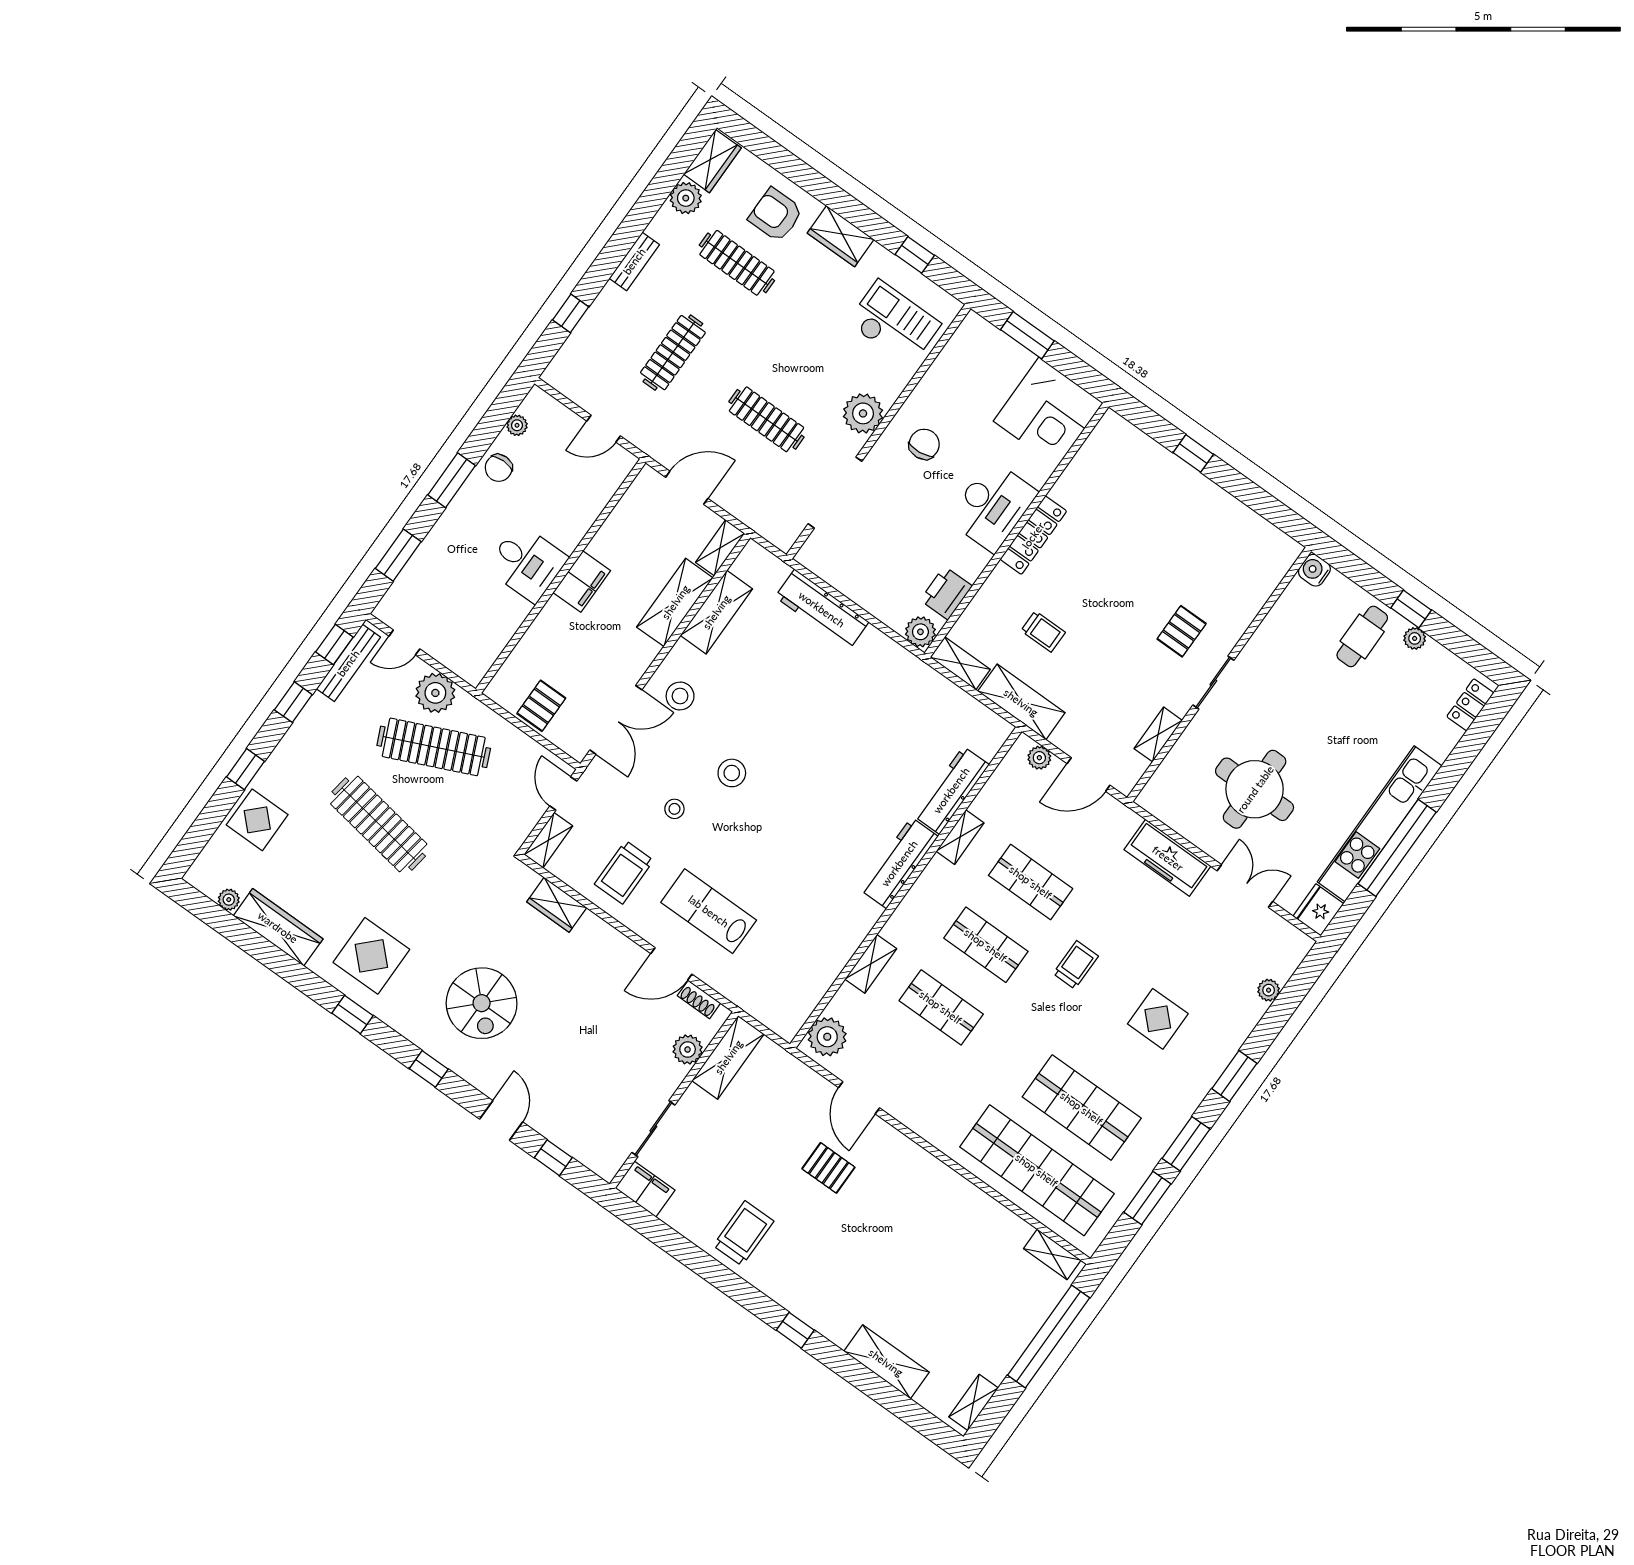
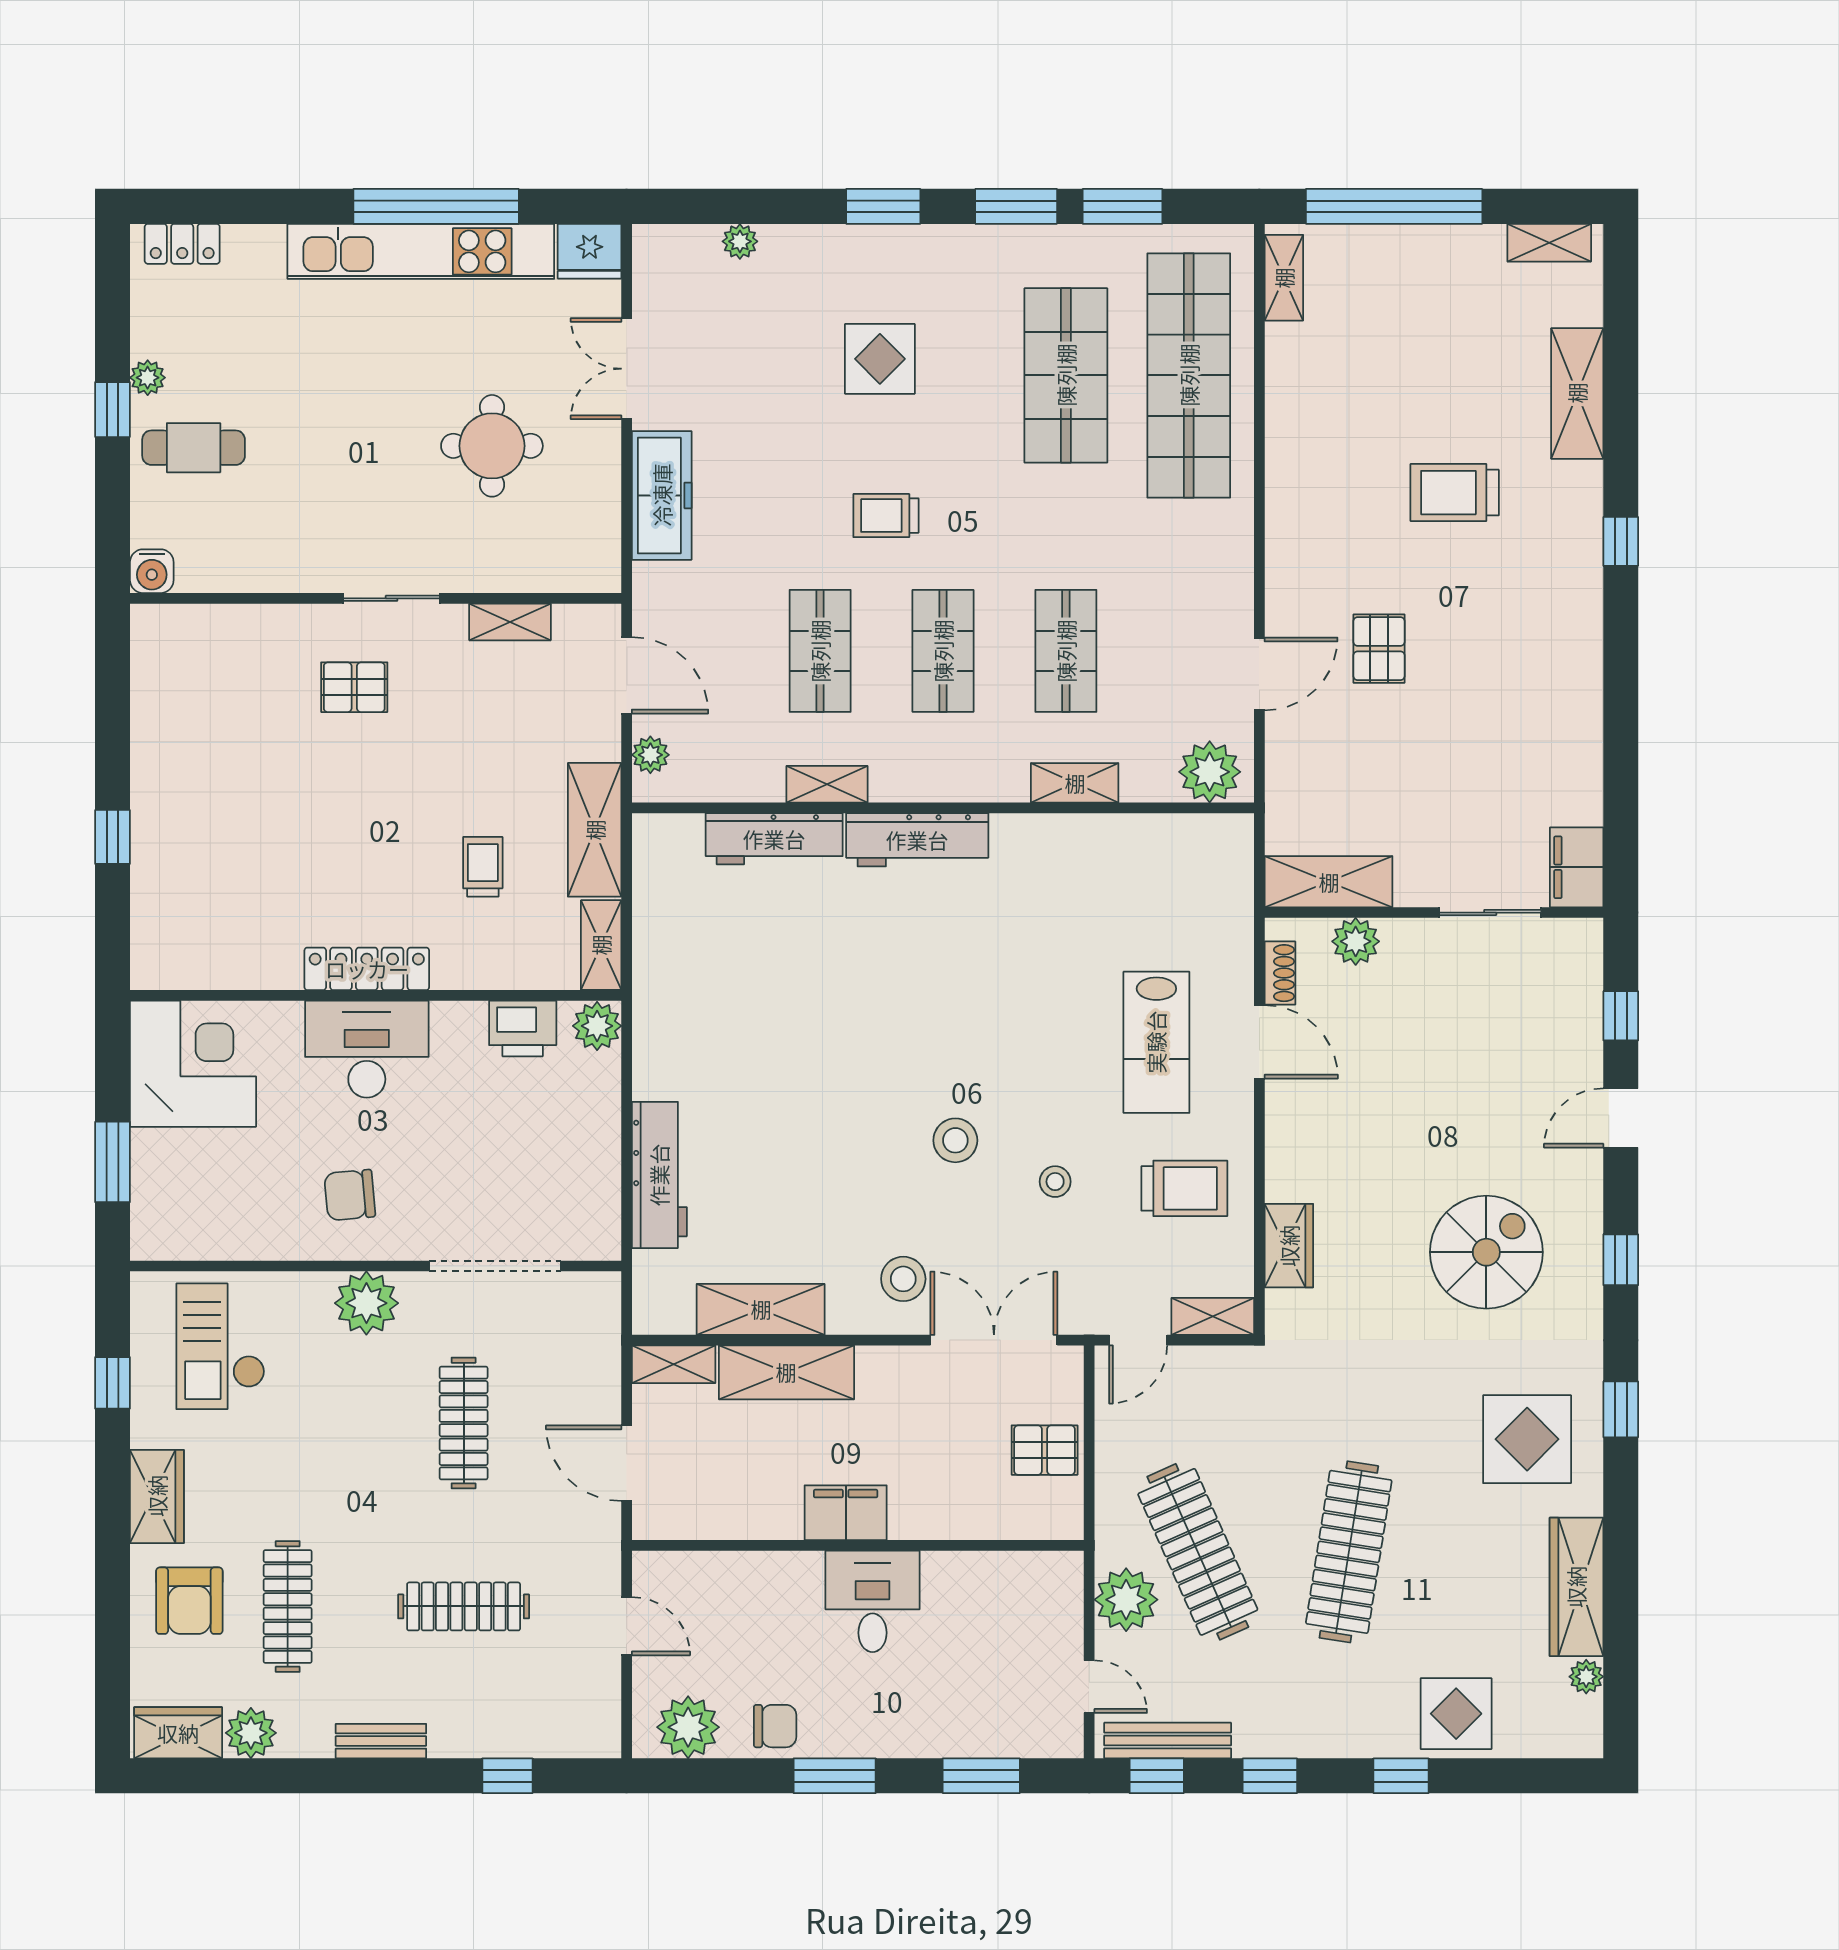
plant: (517, 425) -> (688, 1727), width x1.88, depth x1.88
round table: (1255, 789) -> (492, 446), width x0.73, depth x0.73
trolley: (743, 1233) -> (1455, 493), moved

